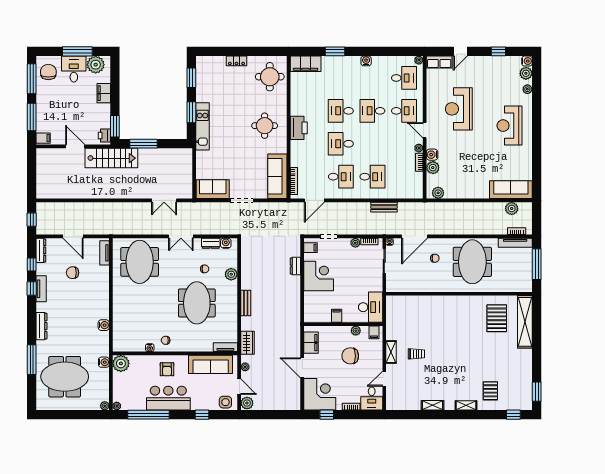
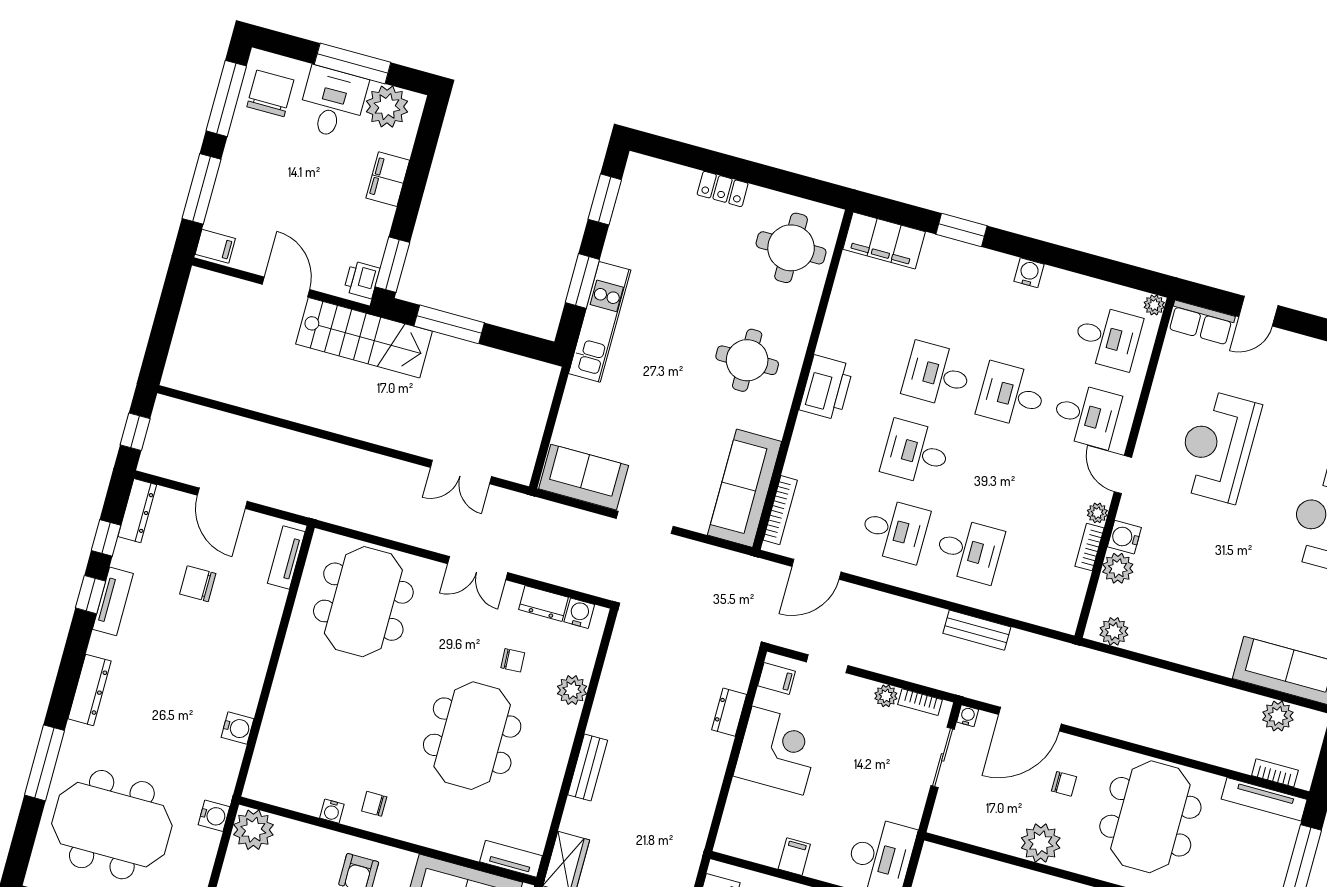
plant: (432, 284) -> (1041, 843), added

